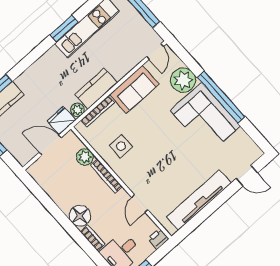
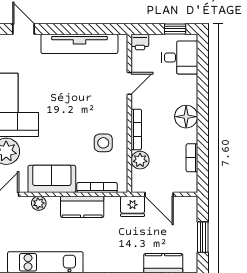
plant: (77, 110) -> (39, 203), moved
bookcase: (93, 238) -> (192, 158), moved

